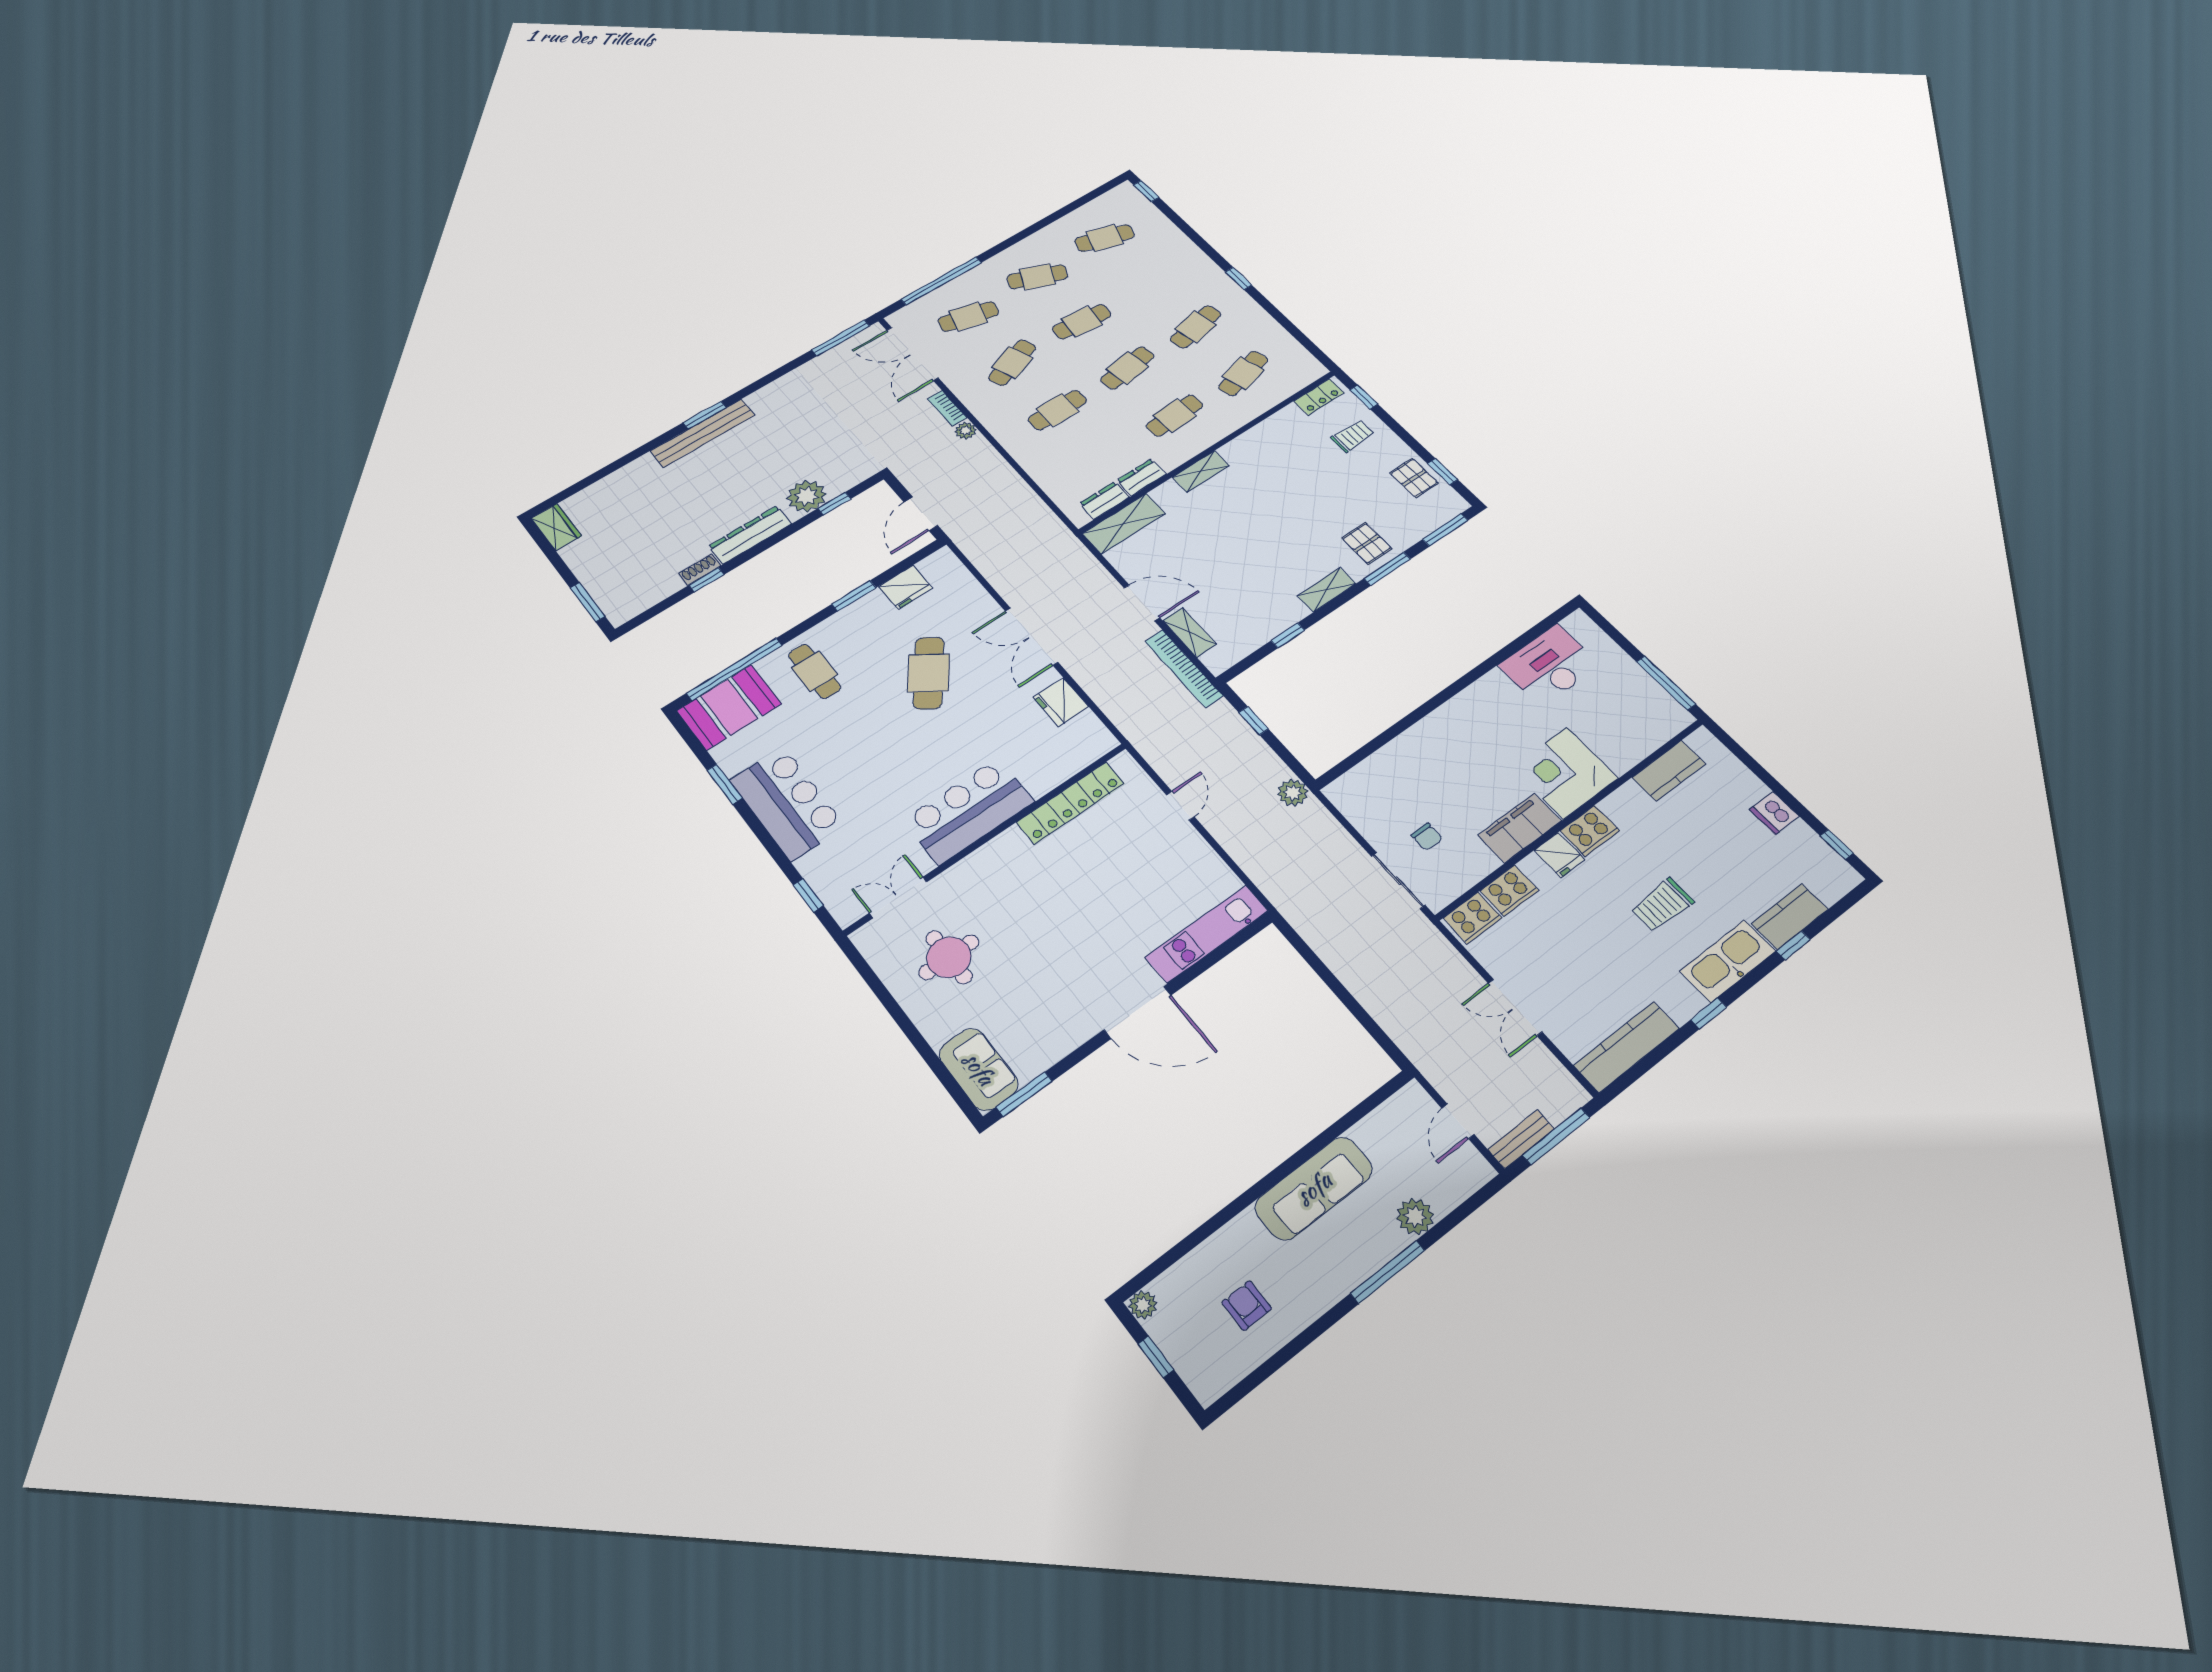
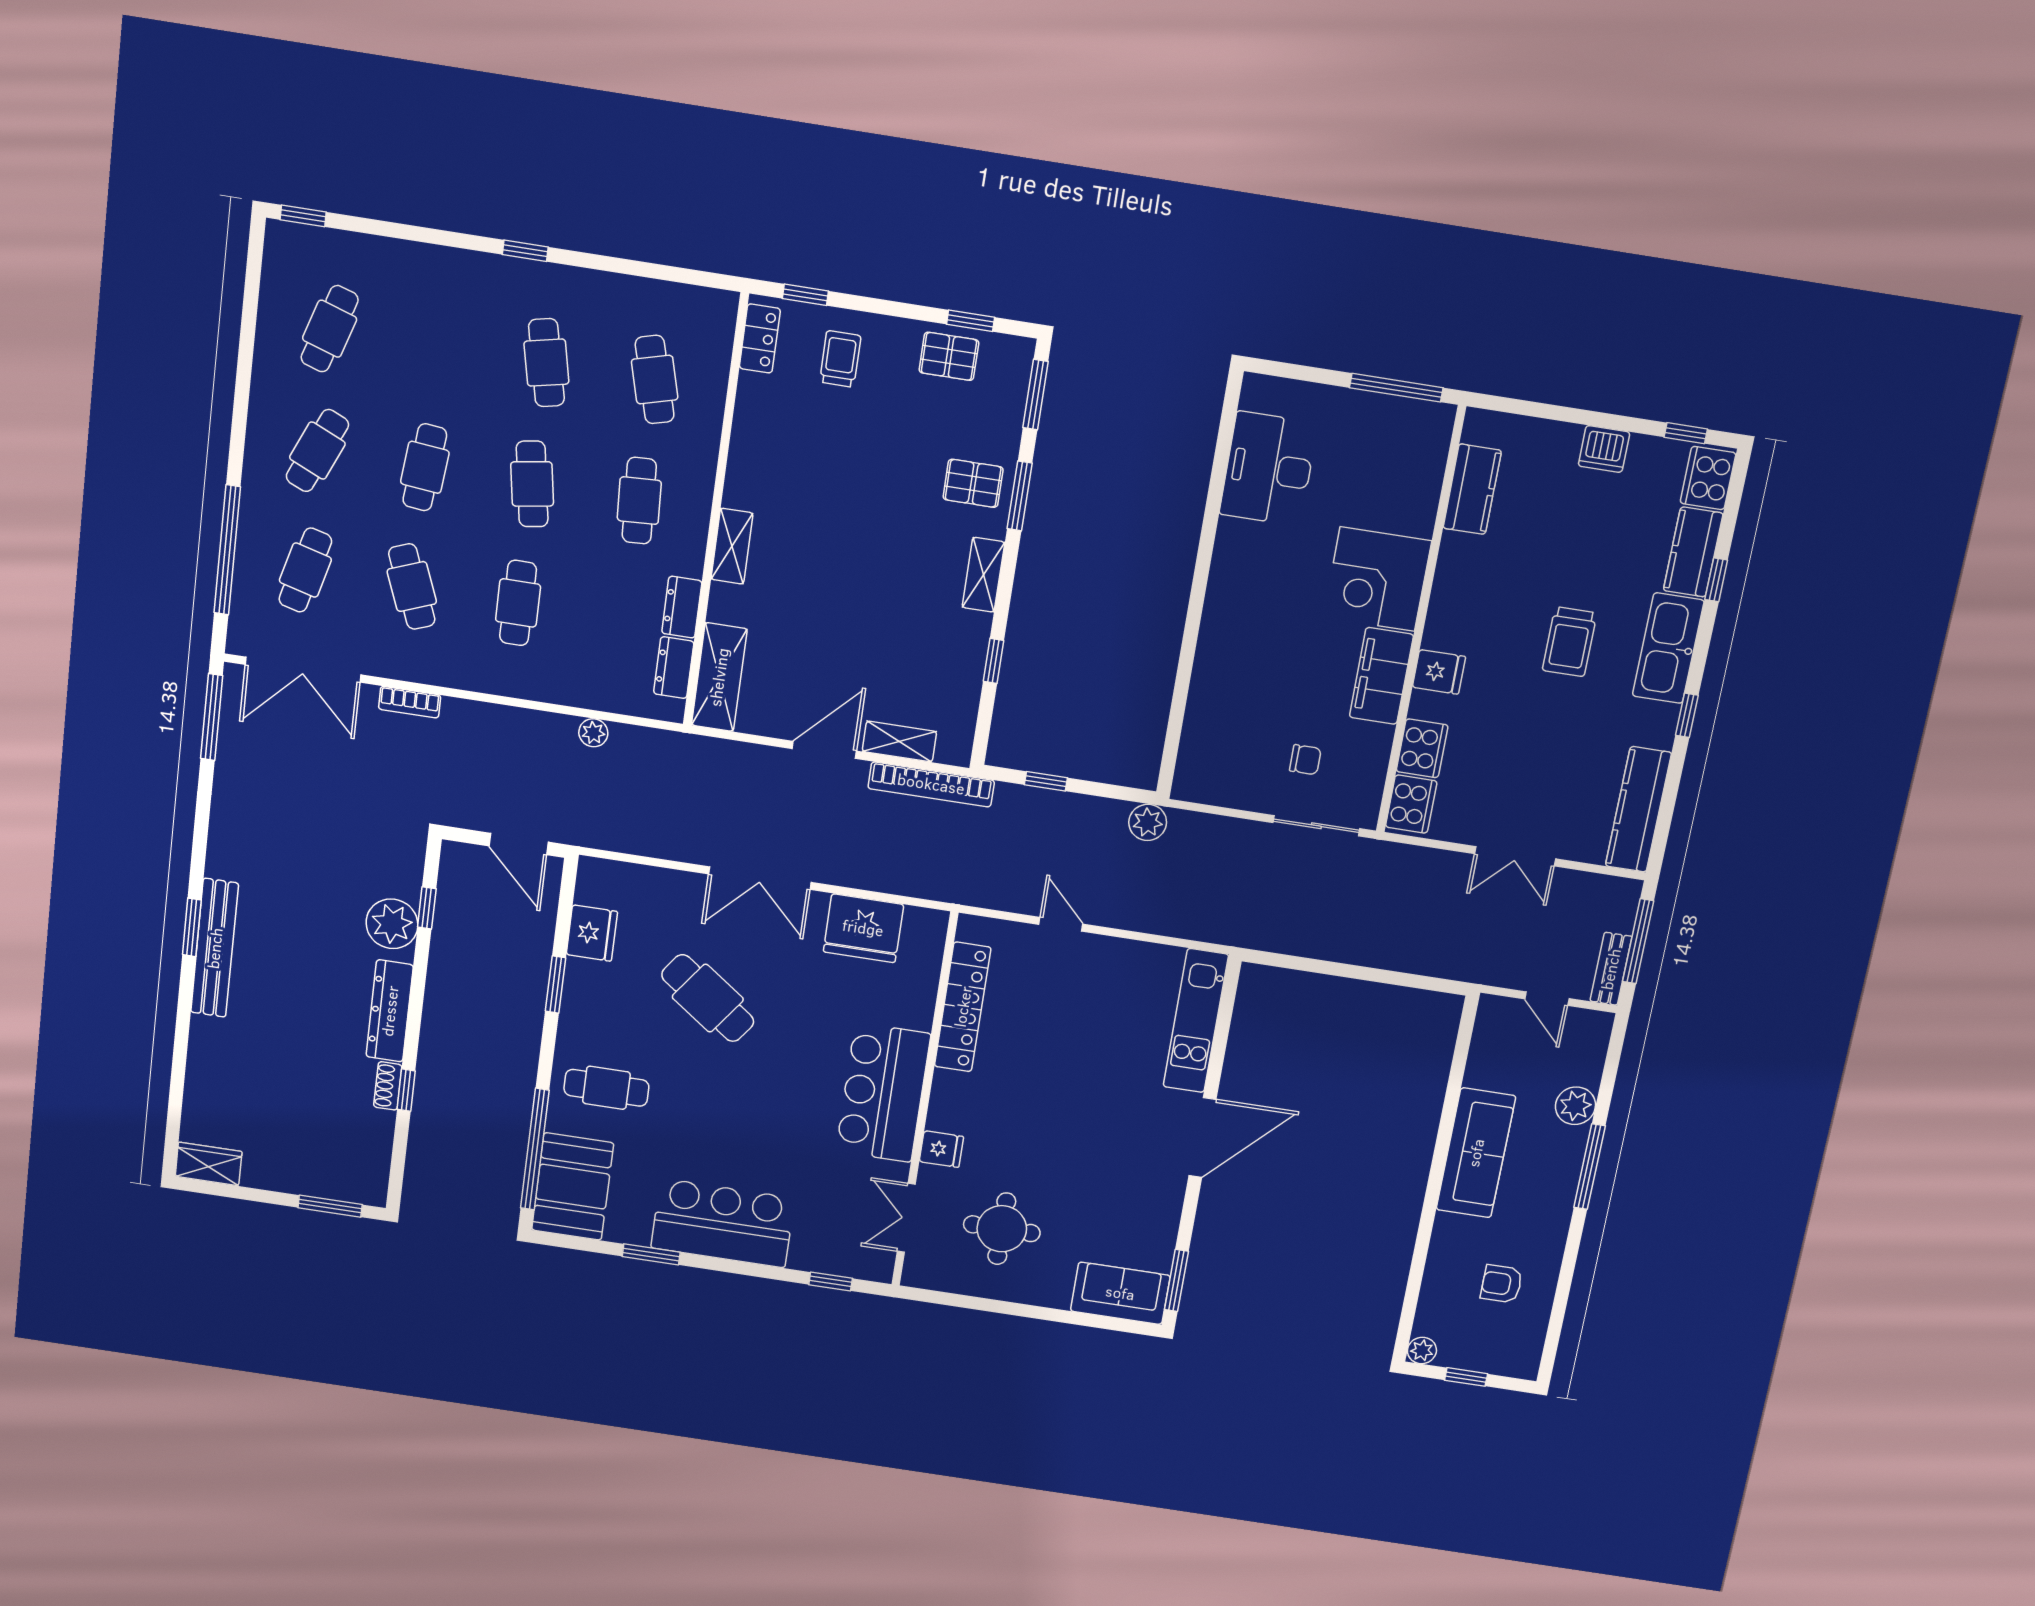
plant: (966, 431) -> (593, 733), moved
fridge: (1061, 702) -> (863, 928), width x1.36, depth x1.34
cooker: (1590, 831) -> (1708, 478), moved, turned 180
fridge: (966, 875) -> (941, 1149), added

